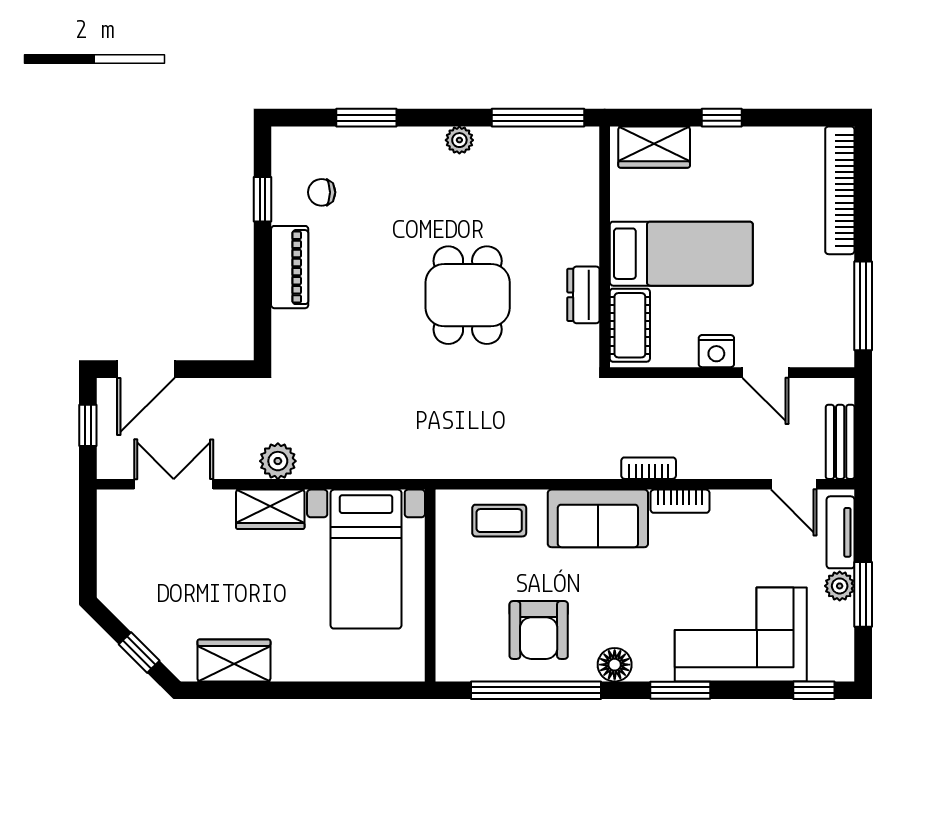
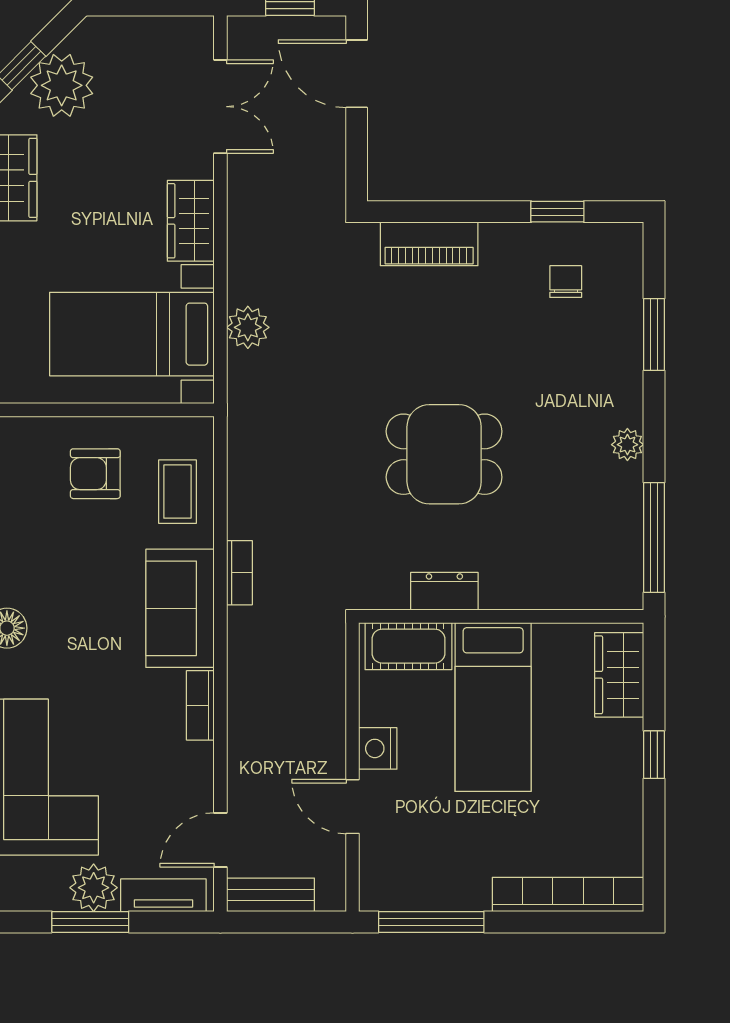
piano: (290, 267) -> (429, 244), moved
door: (766, 373) -> (353, 807), hinge flipped
plant: (278, 461) -> (248, 327), moved
bookcase: (649, 468) -> (239, 573), moved
plant: (840, 586) -> (94, 888), width x1.38, depth x1.38
plant: (156, 618) -> (62, 85), added
armchair: (539, 630) -> (95, 474), moved, width x0.72, depth x0.72

